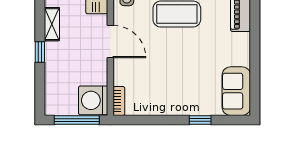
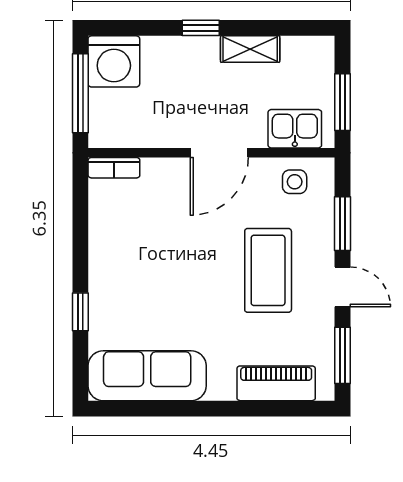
sofa: (236, 91) -> (147, 376), width x1.36
washing machine: (93, 100) -> (114, 61), moved, turned 180

